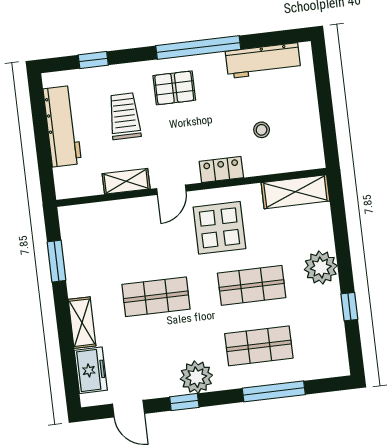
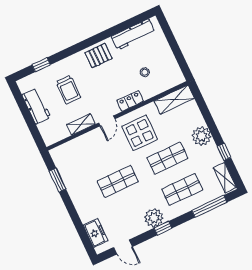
window: (198, 47) -> (96, 39), removed
pallet: (174, 88) -> (99, 56), moved
trolley: (125, 116) -> (68, 89), turned 180
workbench: (62, 126) -> (36, 106), width x0.73
shelving: (82, 323) -> (225, 178), moved
window: (274, 391) -> (209, 206), moved
window: (184, 402) -> (163, 228), moved

